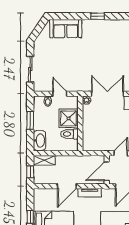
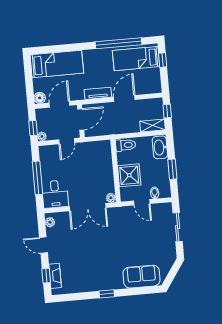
toilet: (69, 134) -> (126, 145), moved

